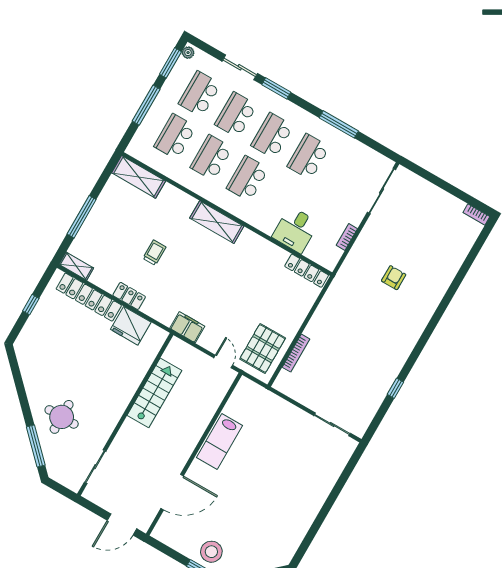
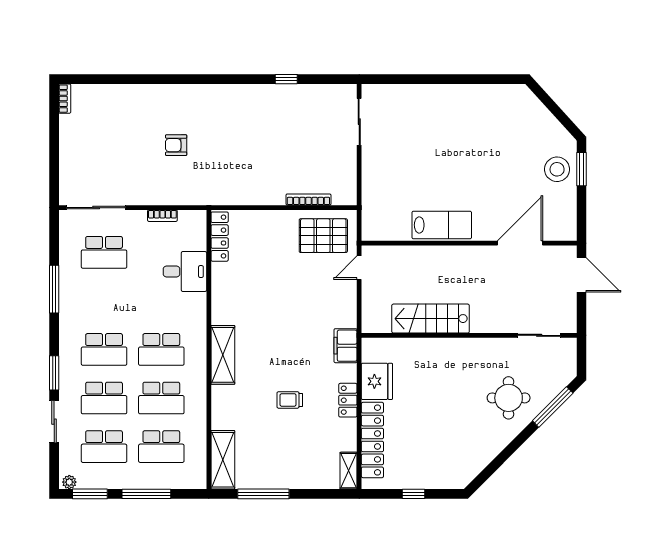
school desk: (308, 157) -> (104, 252), moved
window: (82, 217) -> (263, 494), moved
filing cabinet: (187, 327) -> (346, 346), moved
door: (172, 492) -> (520, 243), hinge flipped

